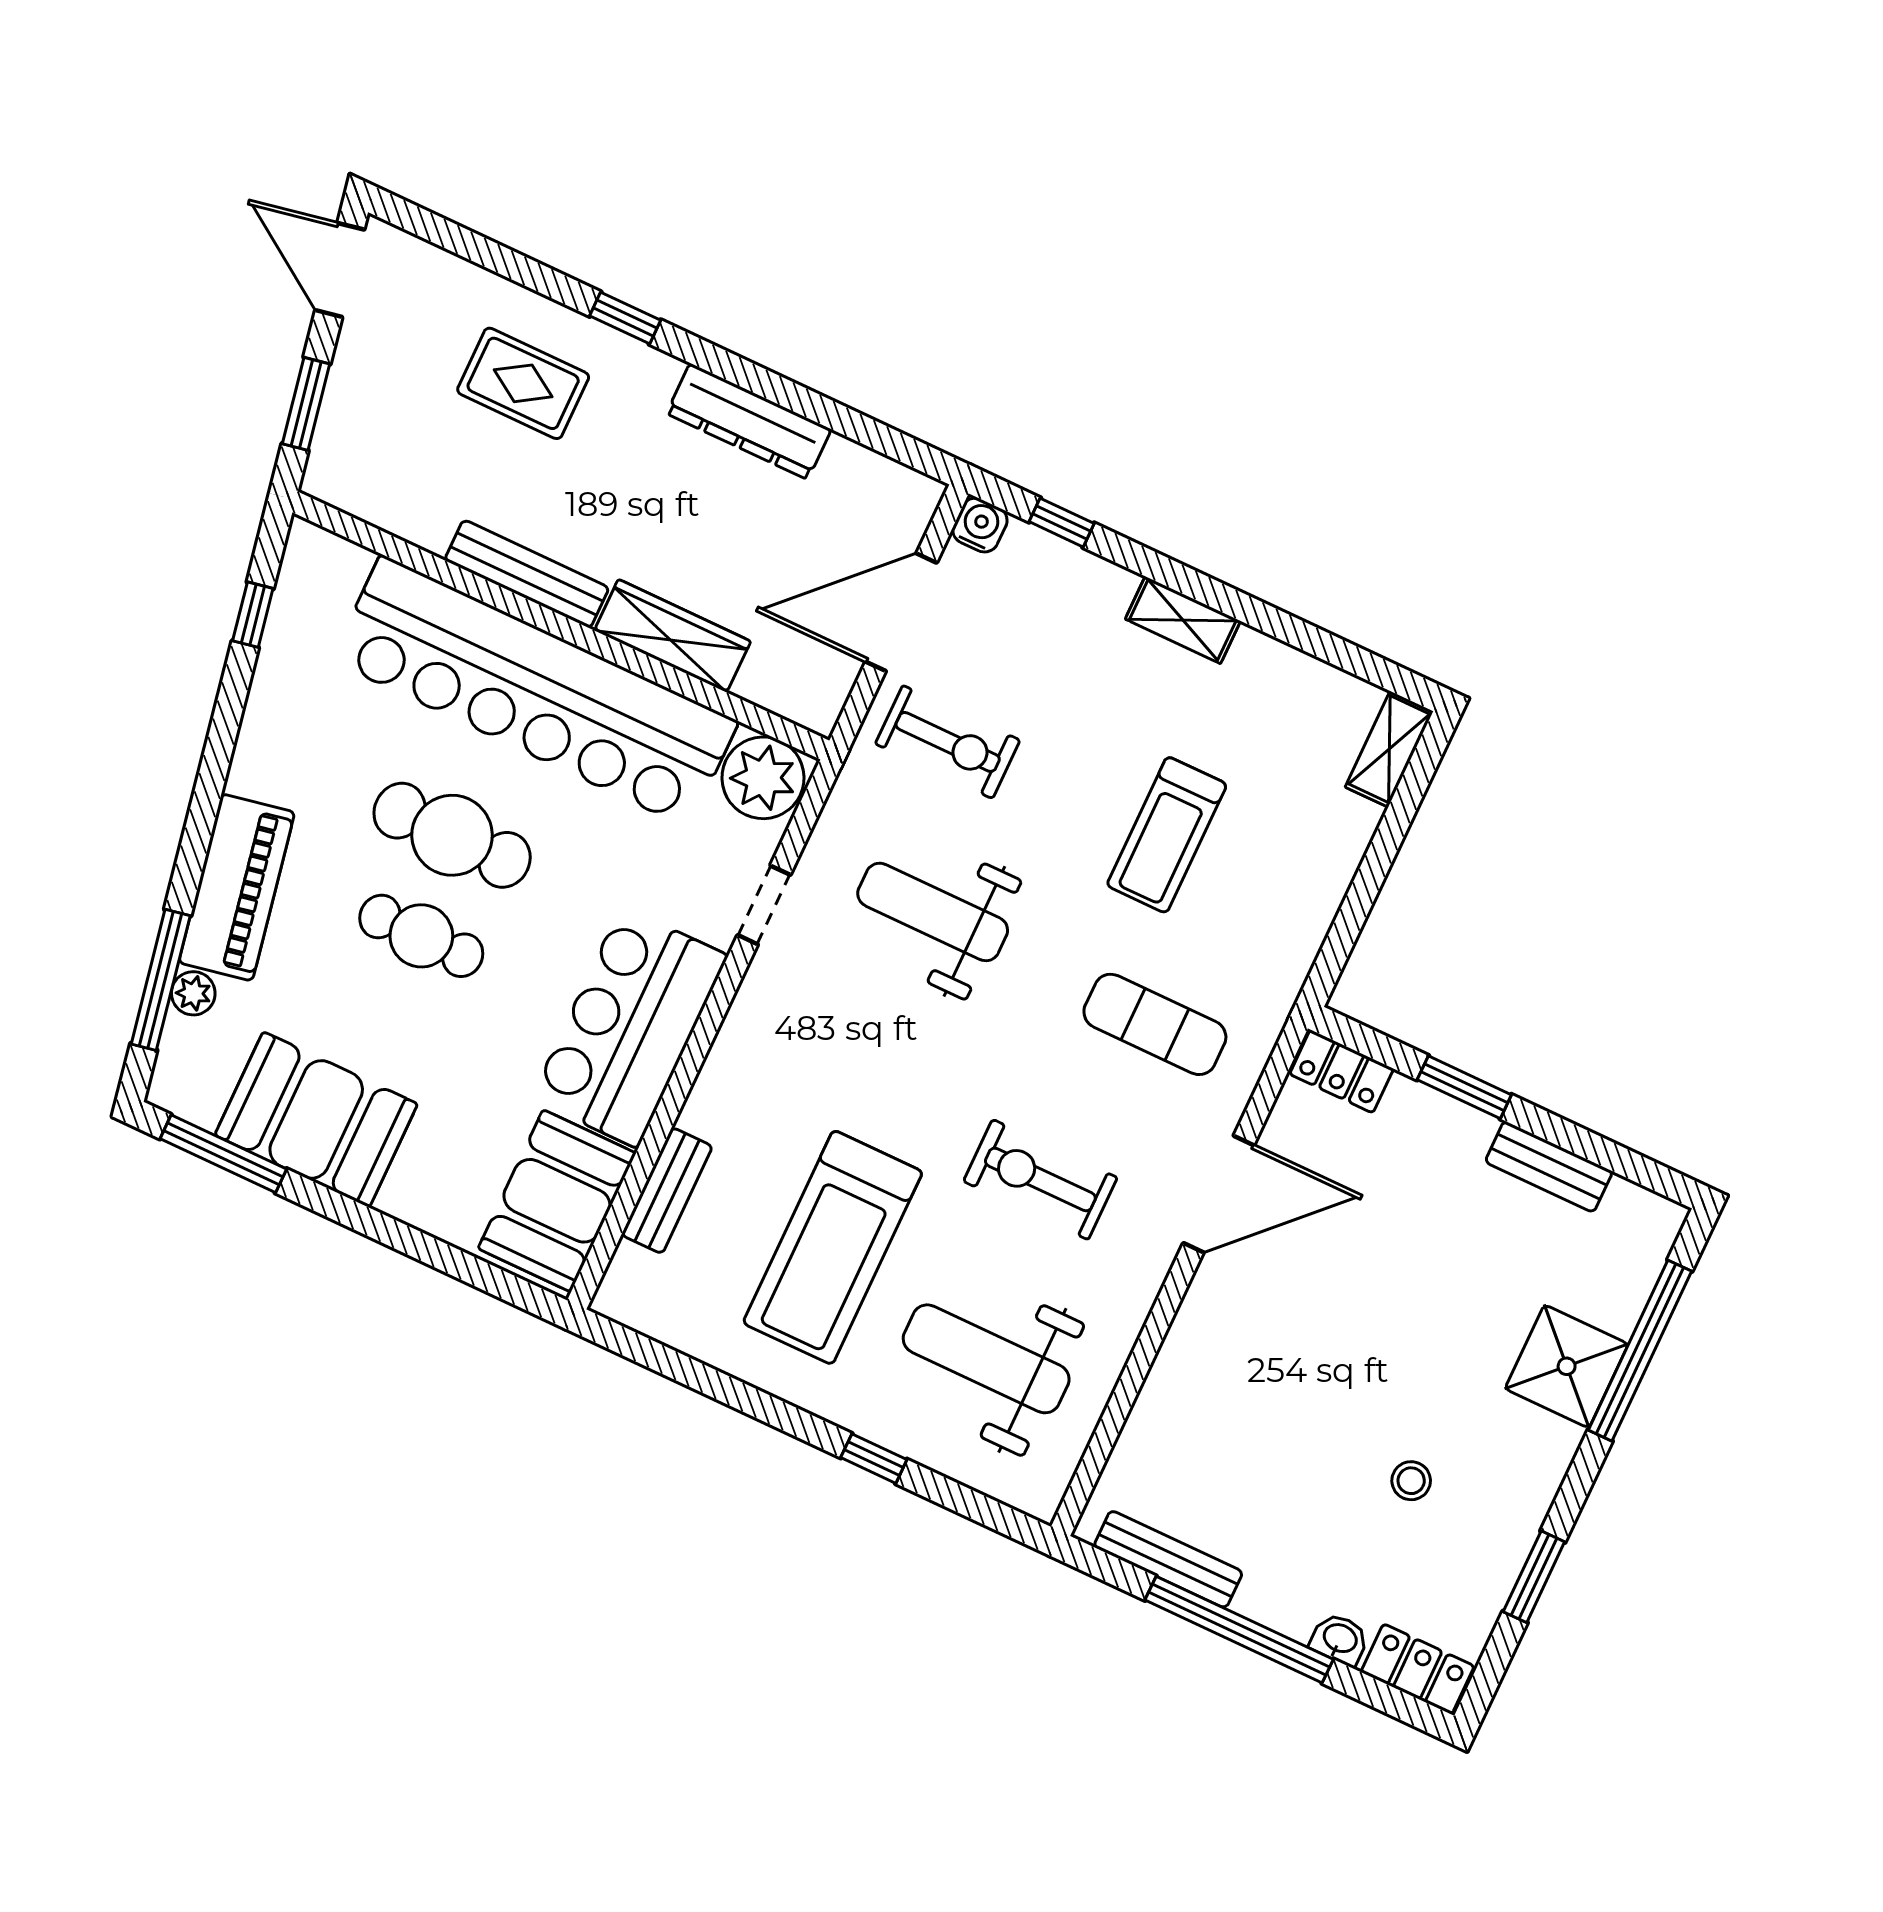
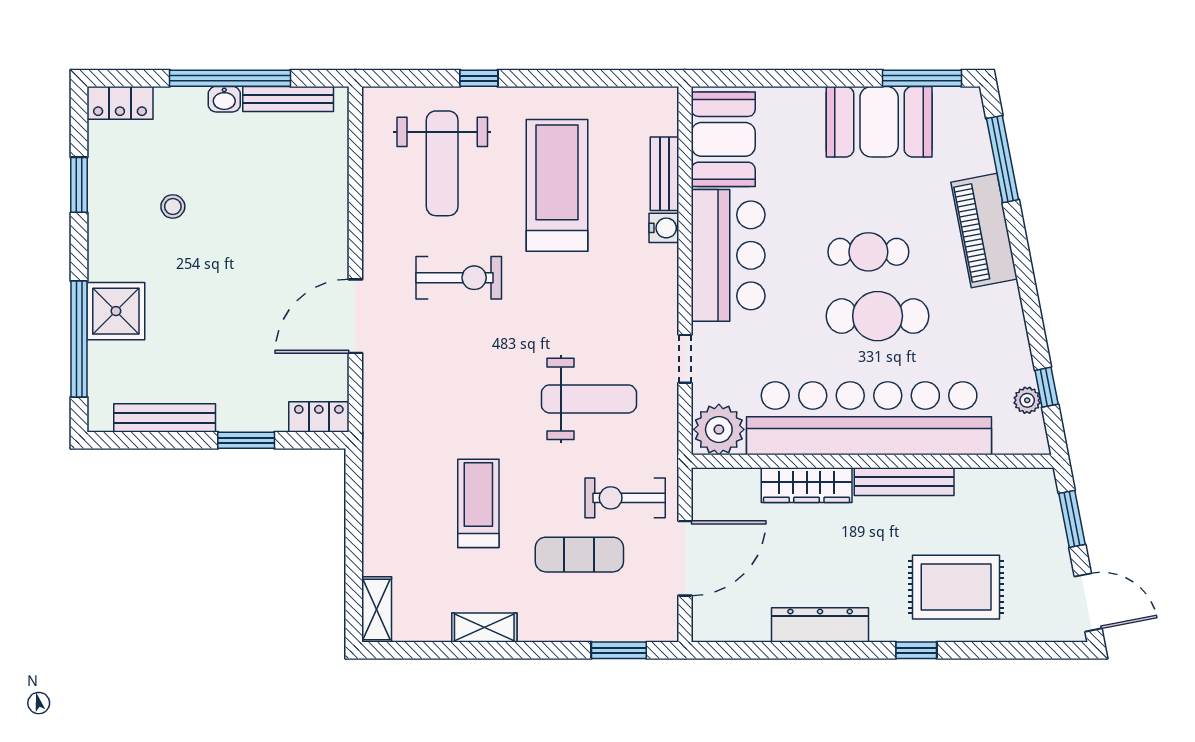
rug: (523, 383) -> (956, 587), width x1.36, depth x1.43
window: (1062, 523) -> (619, 650), width x1.50
water cooler: (980, 525) -> (664, 228), moved, turned -90
shelving: (1183, 620) -> (484, 628), moved
plant: (193, 993) -> (1027, 400), moved
exercise mat: (1155, 1024) -> (579, 555), moved
bench: (1549, 1167) -> (165, 418), width x1.36
weight bench: (986, 1359) -> (442, 163), turned 90
washbasin: (1340, 1639) -> (224, 99), moved

